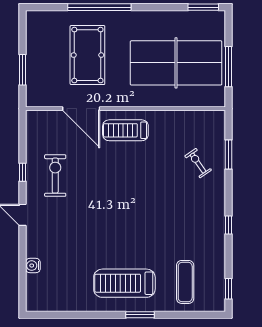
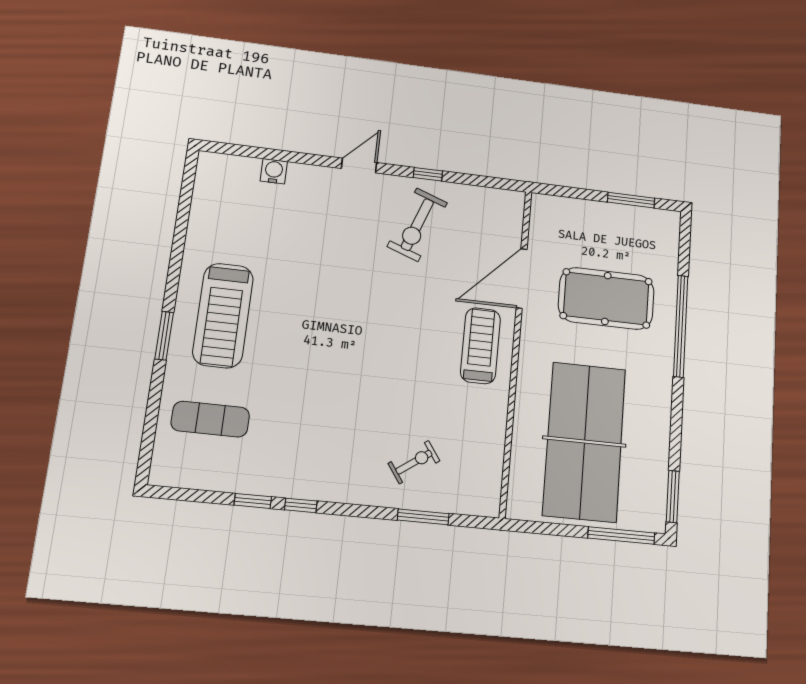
window: (229, 67) -> (621, 535), moved
window: (22, 70) -> (631, 200), moved
exercise bike: (55, 176) -> (417, 224), turned 110
treadmill: (124, 283) -> (223, 315), turned 180
window: (229, 289) -> (253, 501), moved

